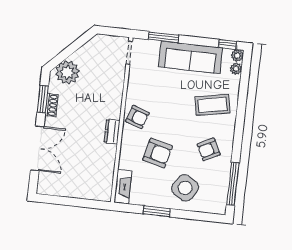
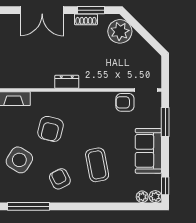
sofa: (191, 57) -> (148, 151), width x0.73
coffee table: (212, 105) -> (97, 165), moved
armchair: (137, 117) -> (125, 102), moved, turned 71

